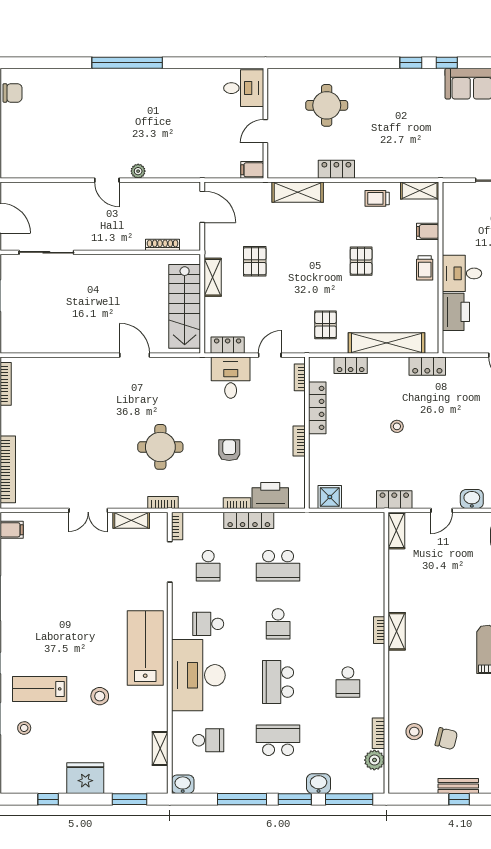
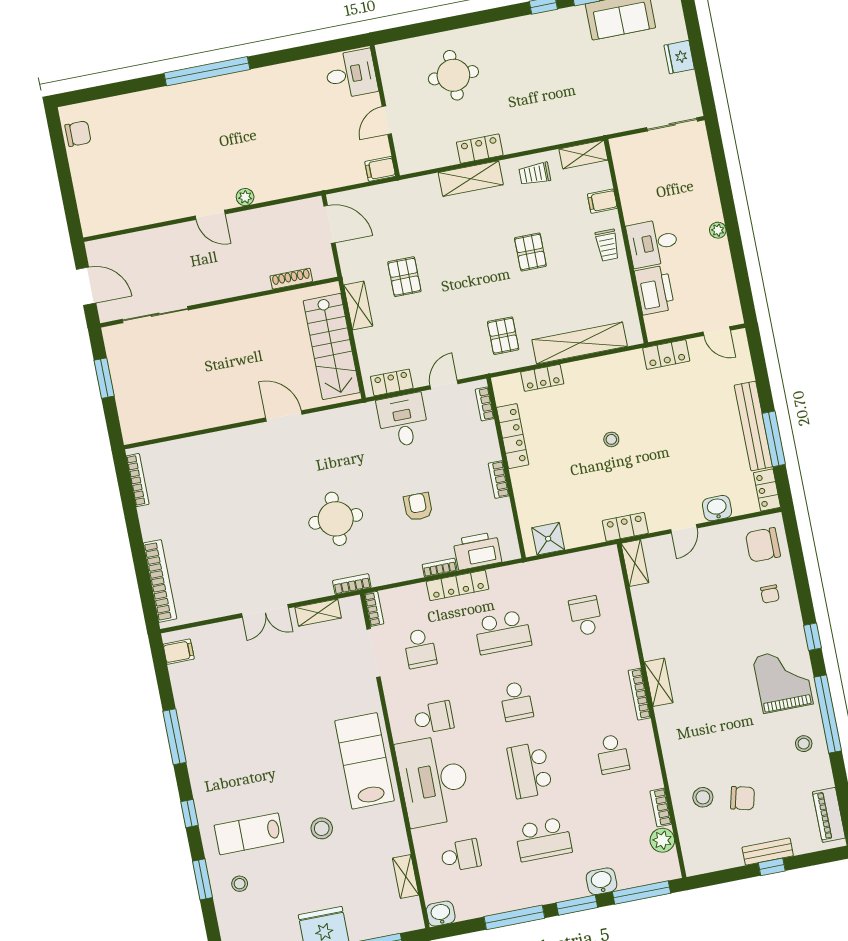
shelving: (298, 192) -> (471, 179), moved
locker: (427, 366) -> (666, 355), moved
school desk: (348, 566) -> (586, 616), added
school desk: (208, 624) -> (434, 717), turned 180
bookcase: (379, 630) -> (639, 694), width x1.56
school desk: (278, 740) -> (543, 839), turned 180

